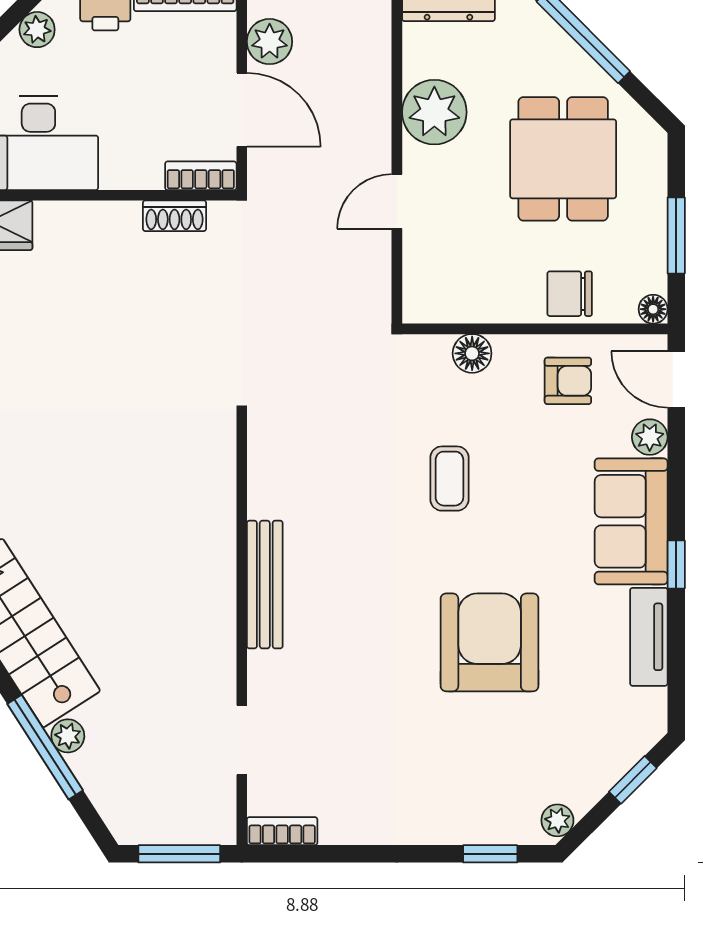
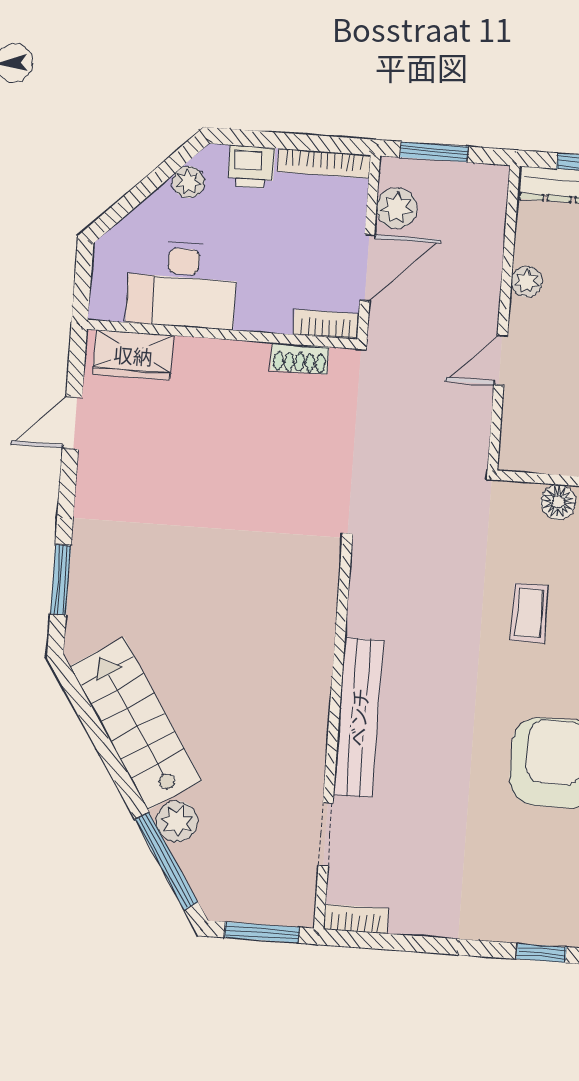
door: (242, 110) -> (367, 268), hinge flipped
plant: (434, 112) -> (527, 281), width x0.53, depth x0.53
bench: (265, 585) -> (358, 717), width x1.37, depth x1.21
plant: (68, 736) -> (177, 821), width x1.38, depth x1.38
window: (45, 747) -> (166, 861), moved

